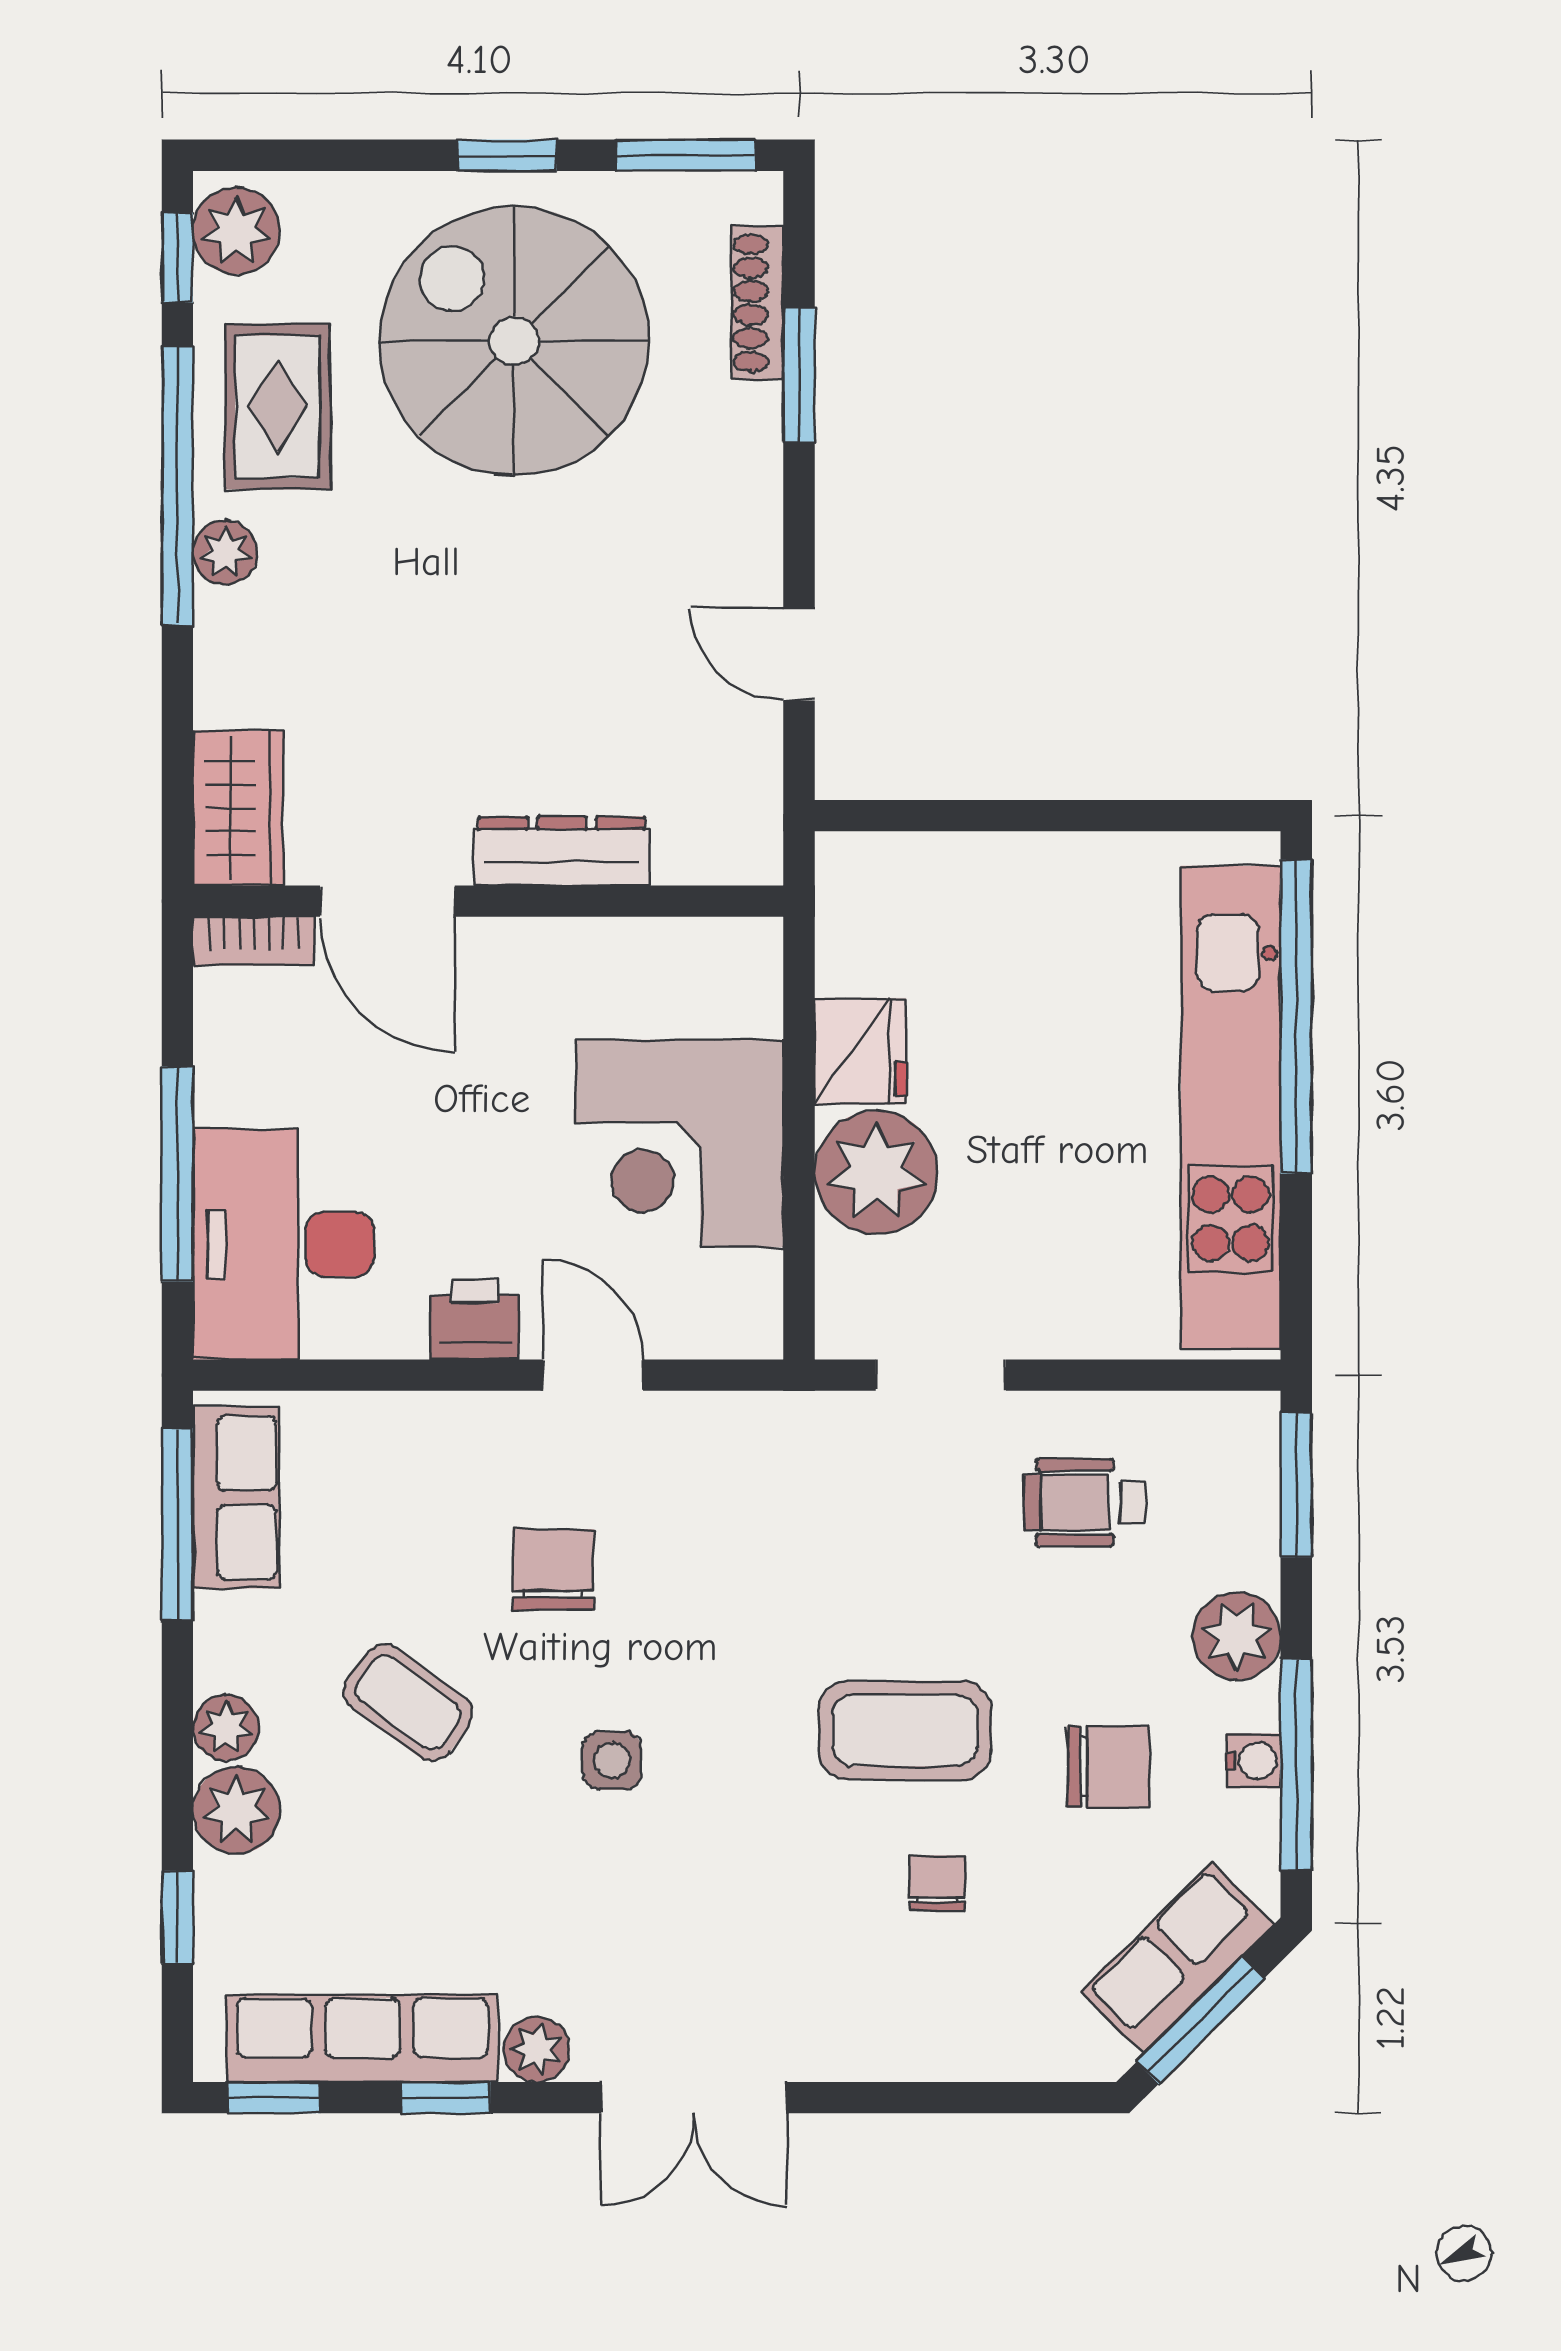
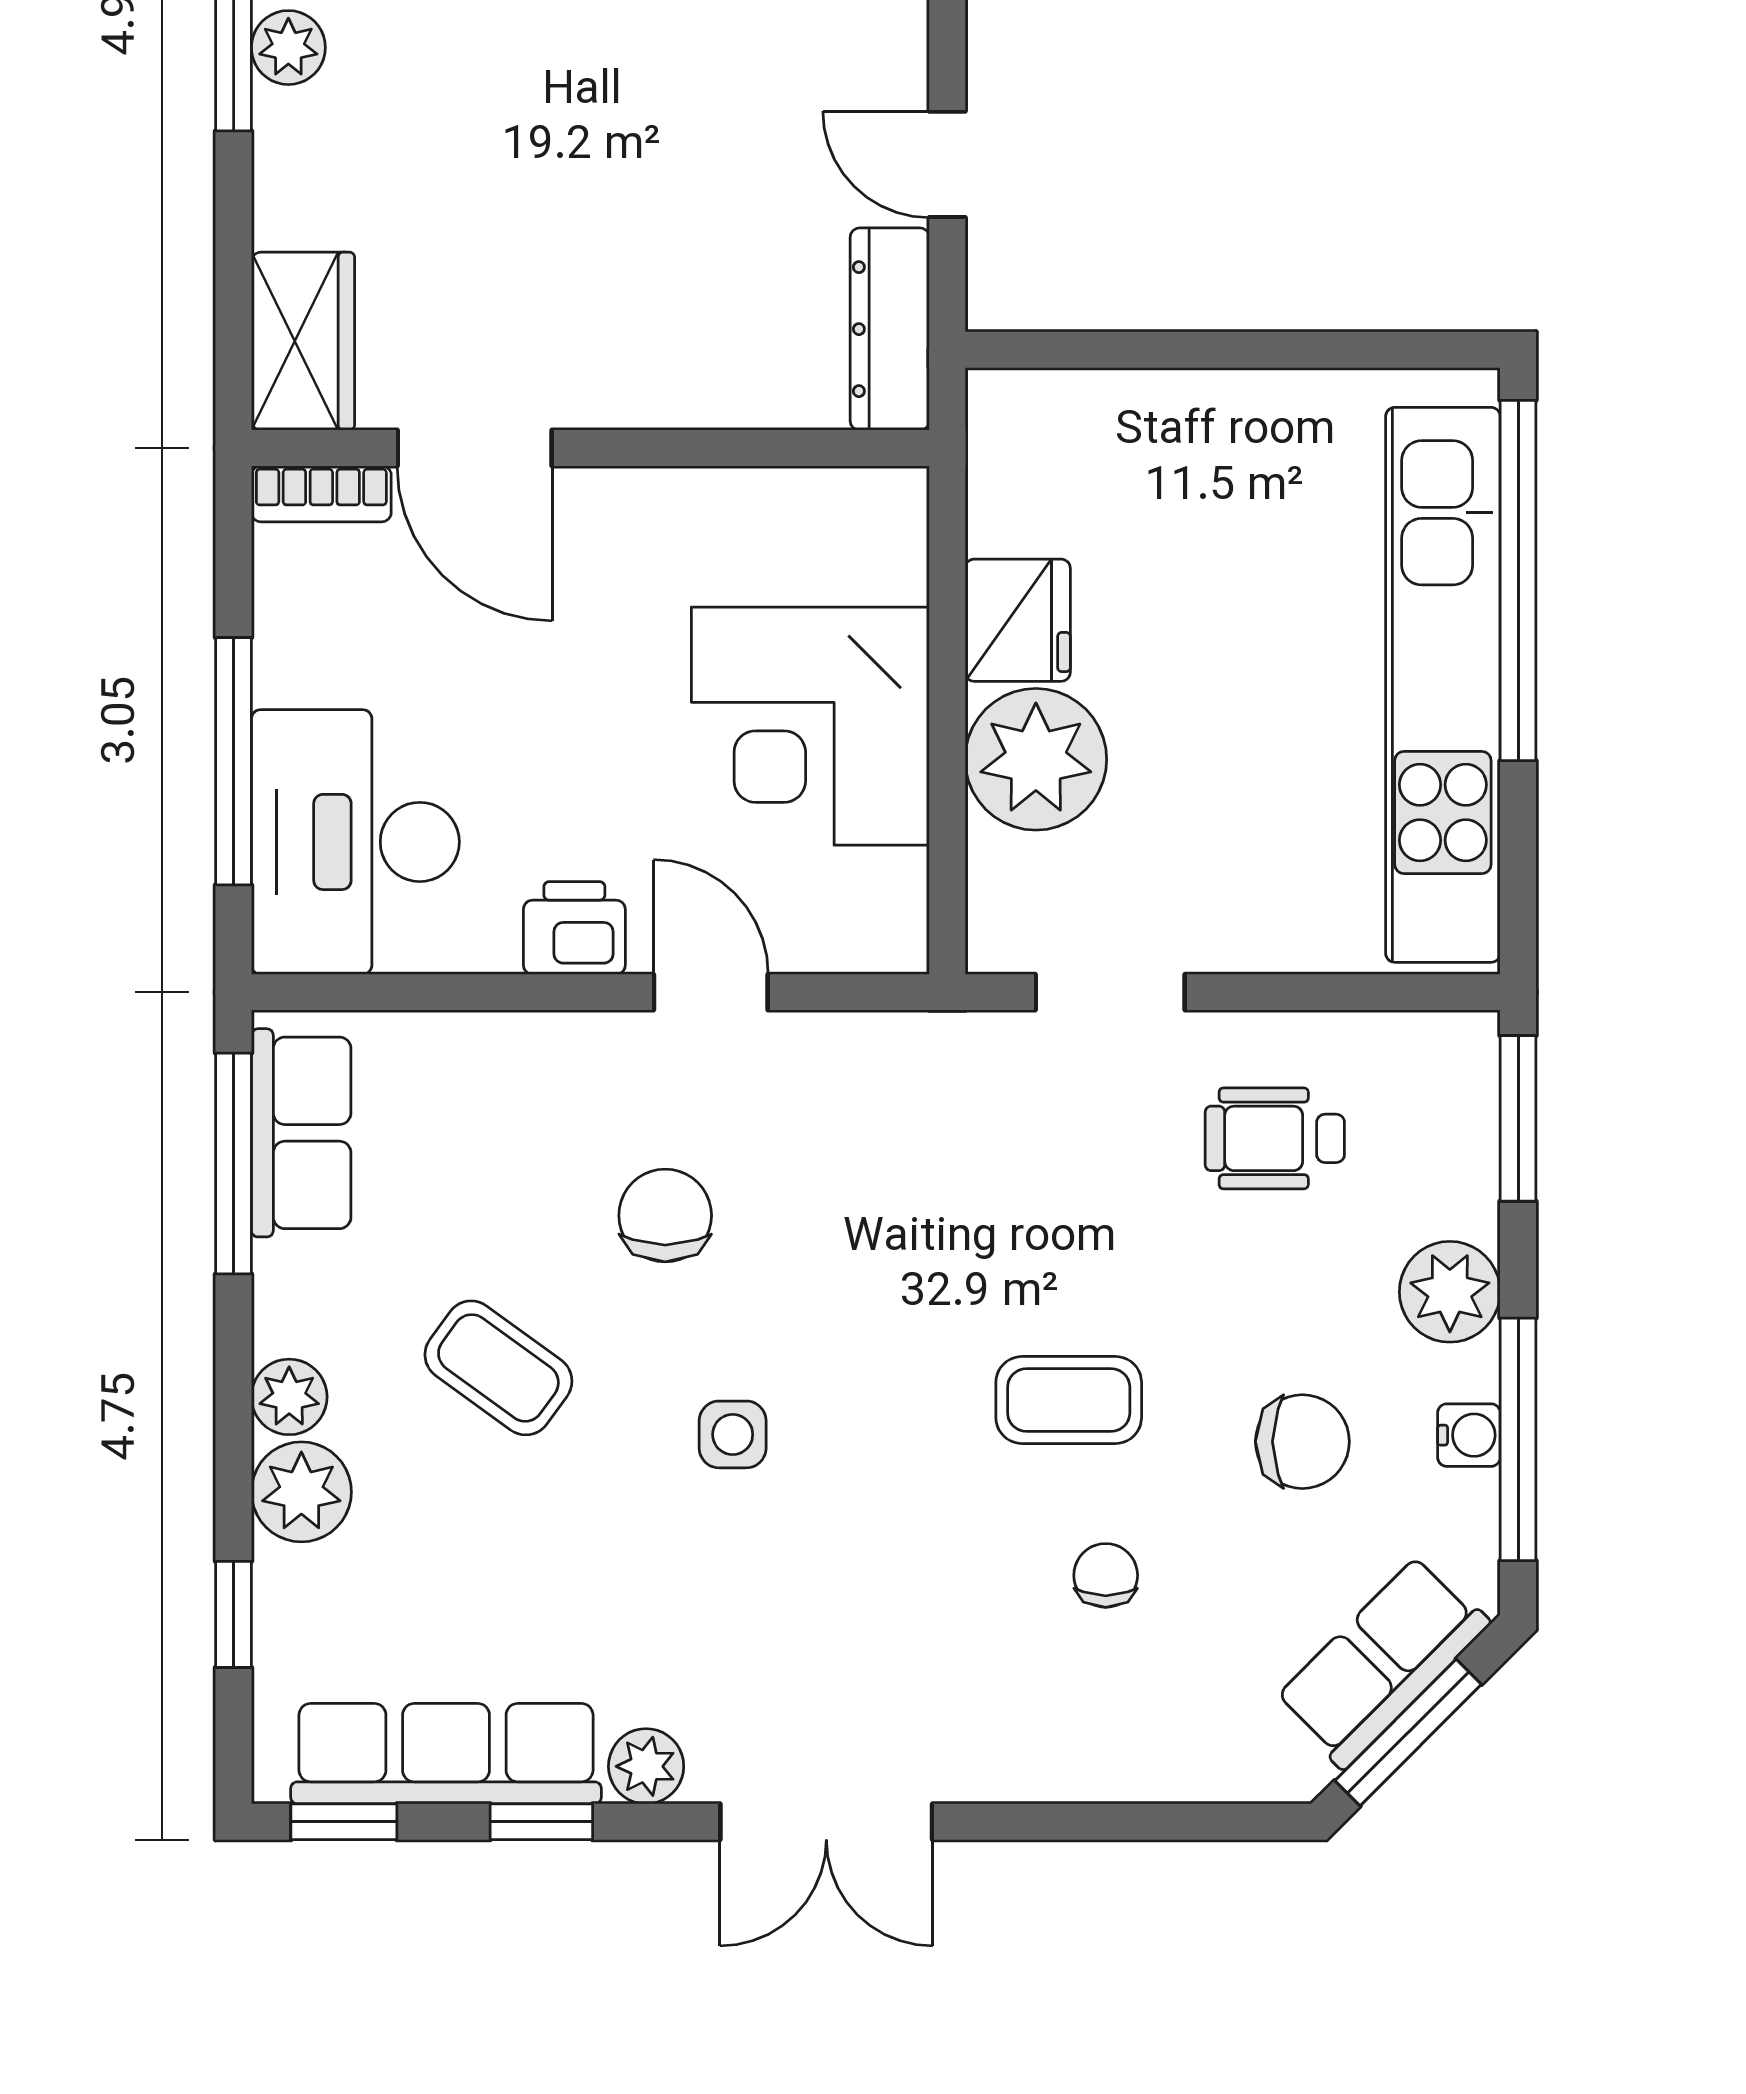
dresser: (562, 851) -> (890, 329), moved, turned -90
coffee table: (905, 1730) -> (1069, 1400), width x0.73, depth x0.77

